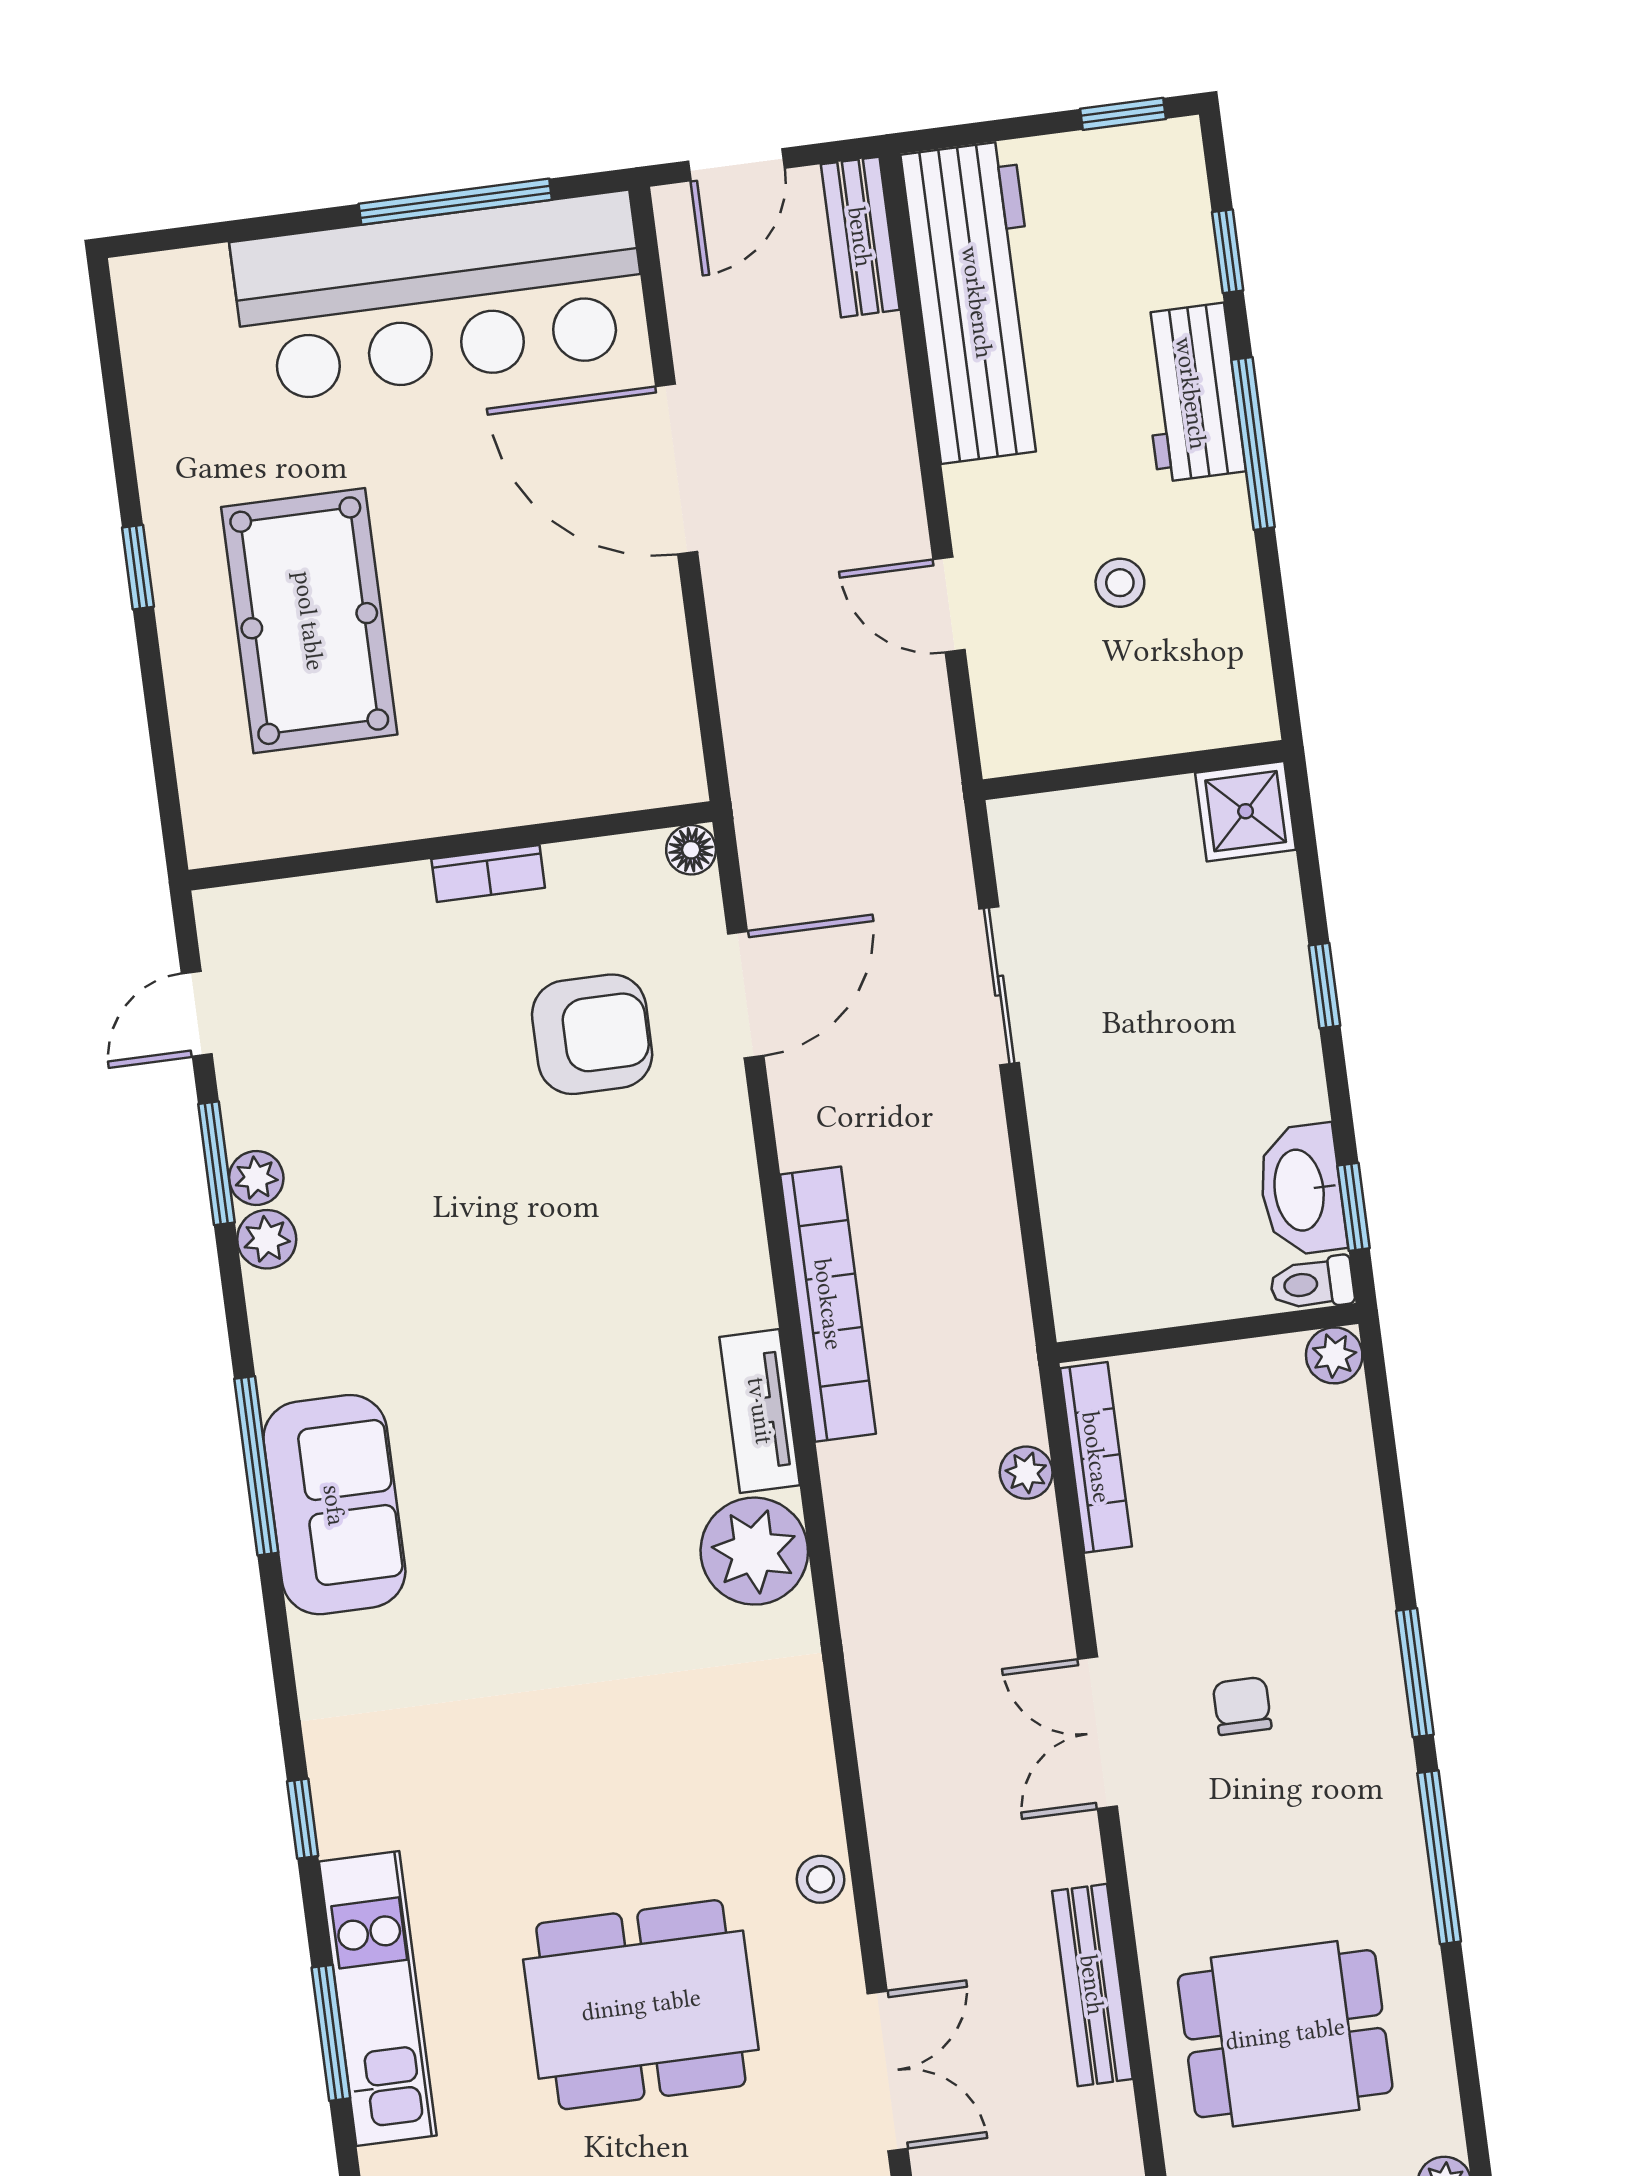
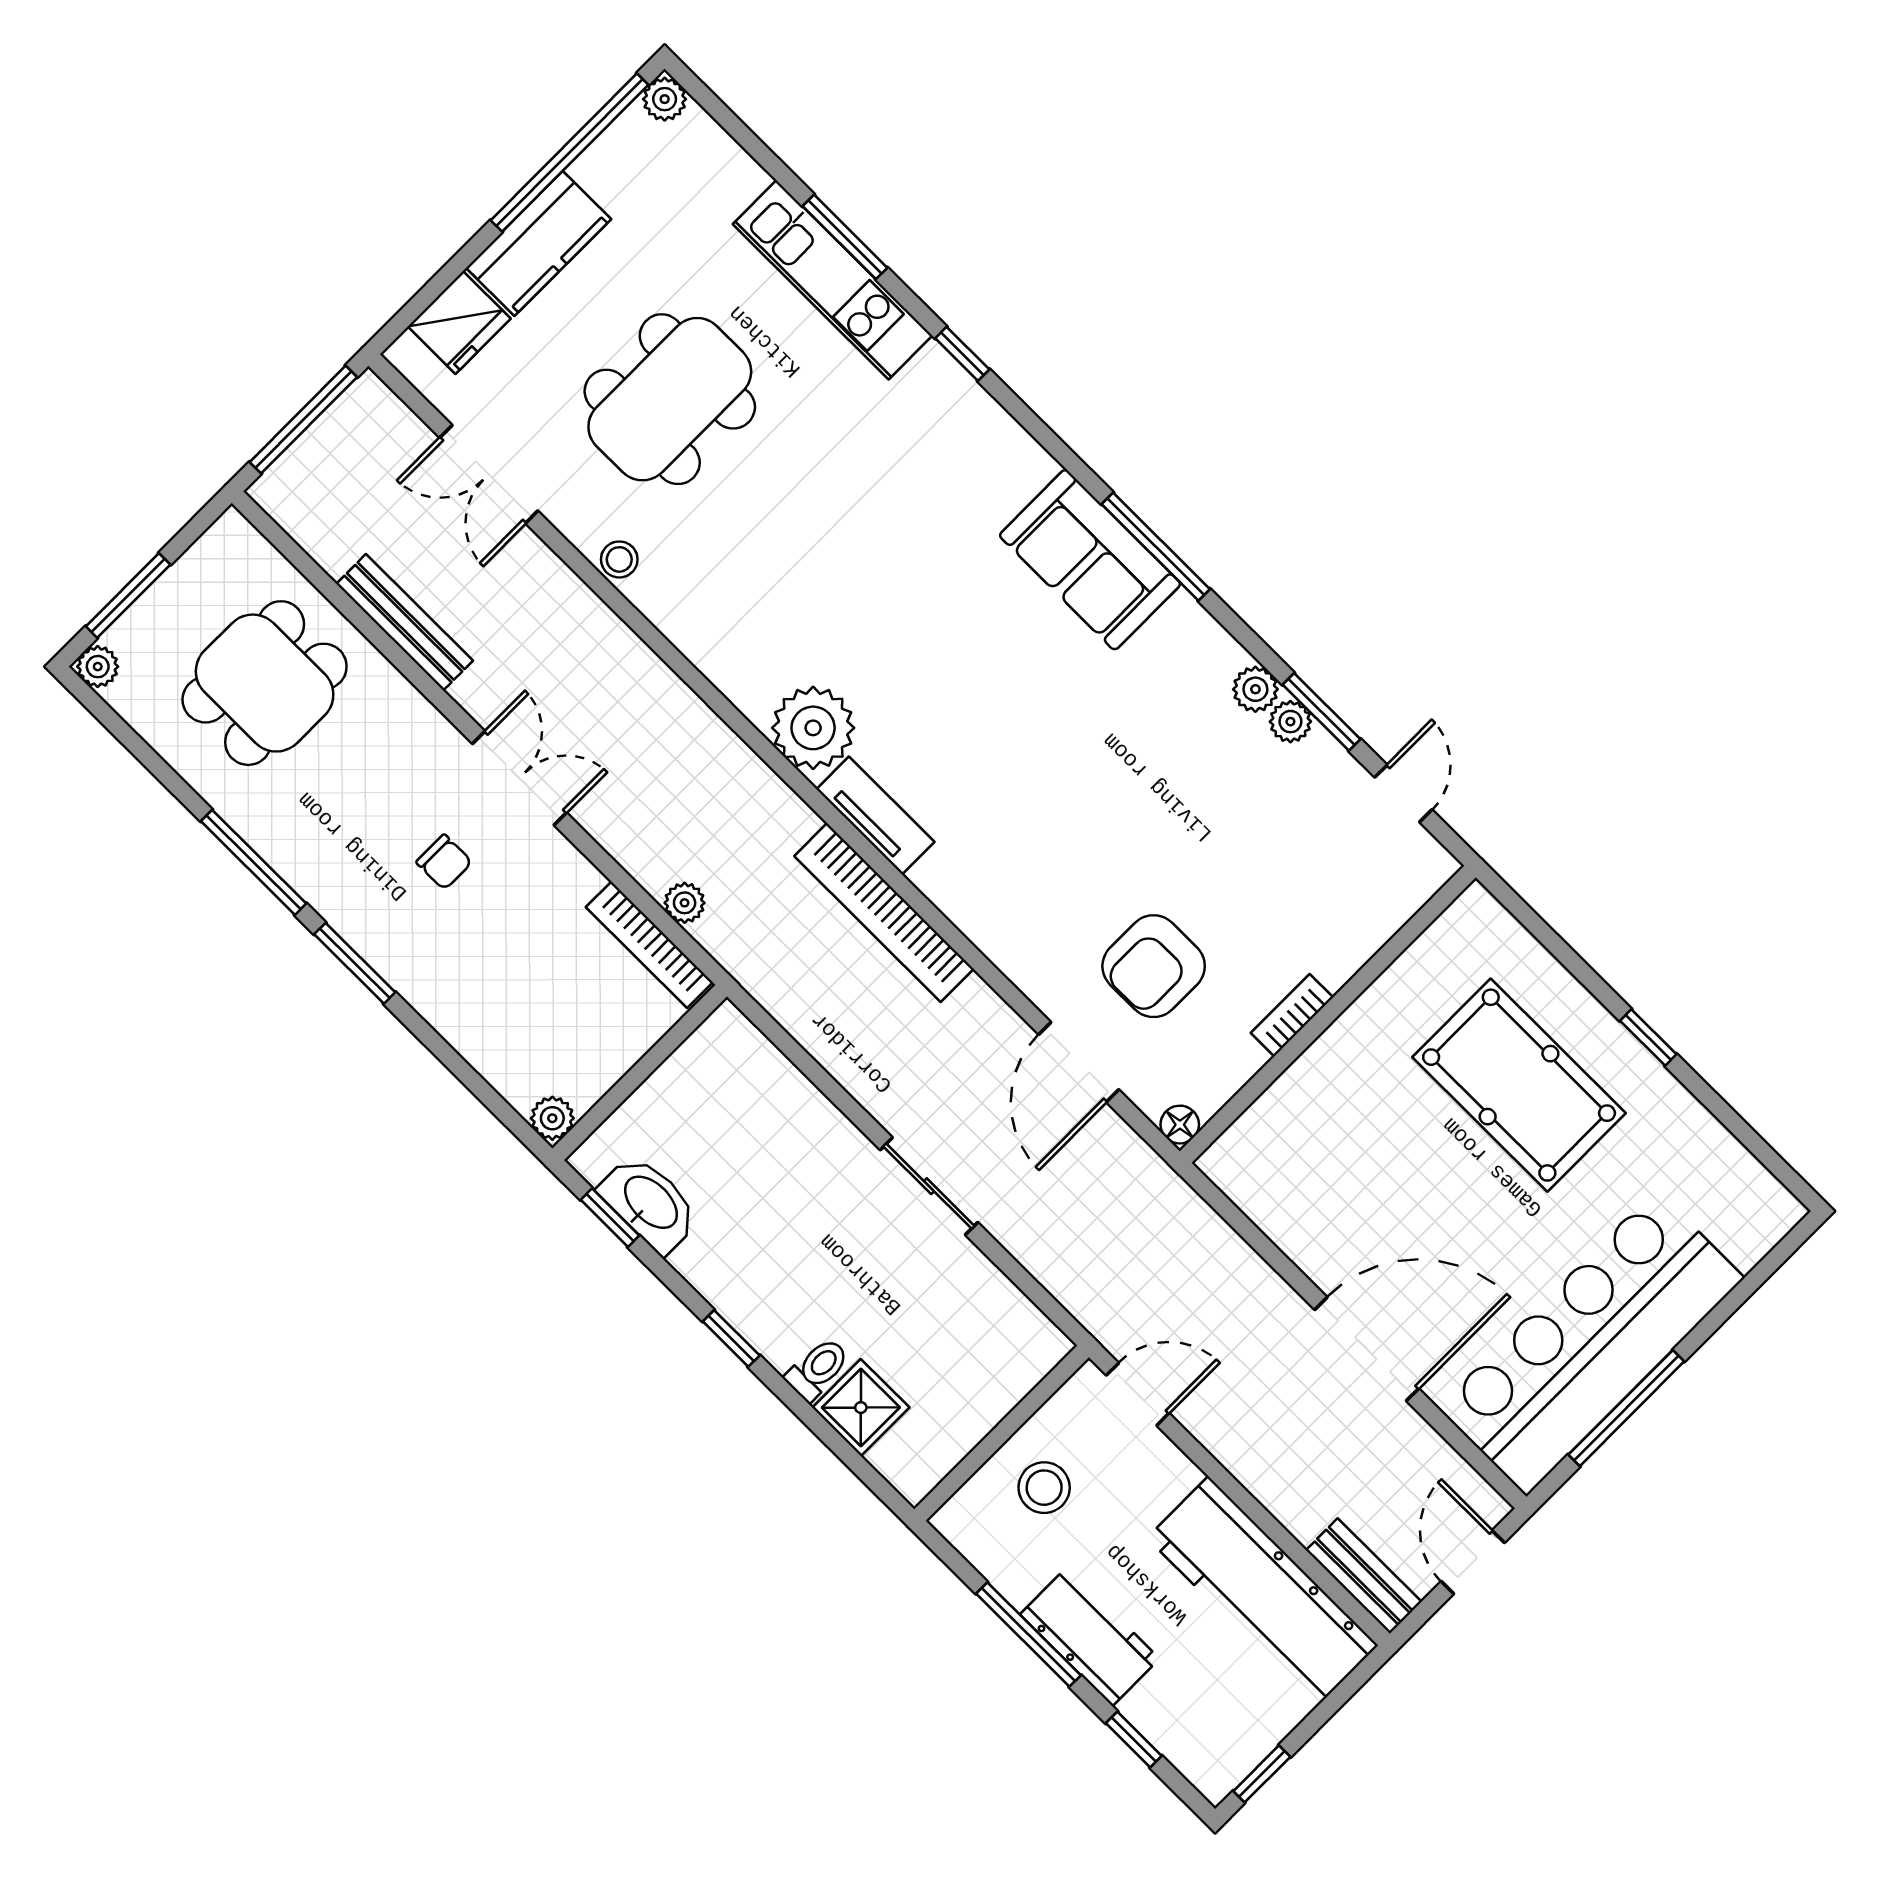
stool: (1120, 583) -> (1044, 1488), width x1.37, depth x1.37
wall: (1133, 770) -> (1002, 1433), moved
toilet: (1312, 1284) -> (818, 1369), moved

